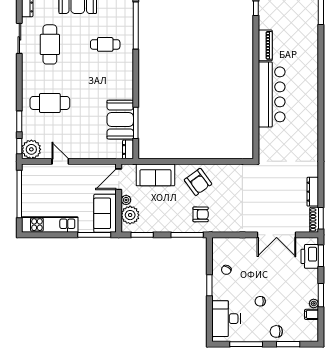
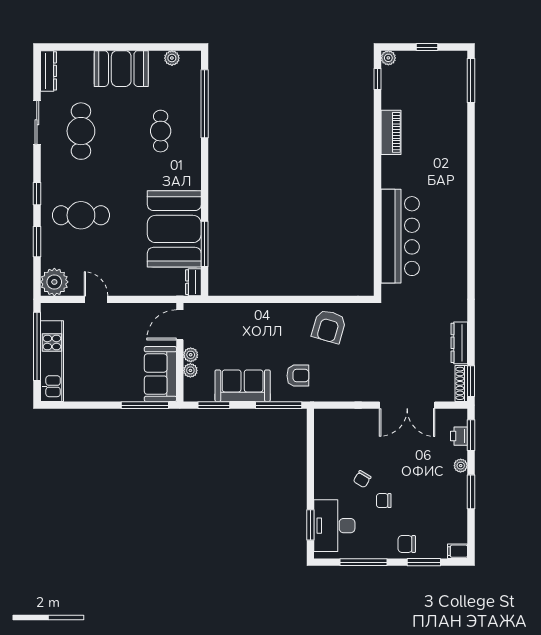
cafe table: (105, 44) -> (161, 131), turned 90
bar counter: (272, 94) -> (400, 236), moved
booth: (120, 120) -> (174, 229), width x1.36, depth x1.42
window: (19, 146) -> (37, 194), moved
sofa: (155, 175) -> (243, 386), moved, turned 180
armchair: (198, 182) -> (329, 326), moved, turned 52
plant: (130, 215) -> (190, 370), width x0.53, depth x0.53
kitchen unit: (50, 225) -> (52, 361), moved, turned 90
printer: (310, 256) -> (459, 436), width x0.53, depth x0.68
chair: (226, 270) -> (362, 479), moved
window: (209, 285) -> (310, 525), moved
plant: (314, 303) -> (461, 466), moved
filing cabinet: (312, 314) -> (458, 551), moved

